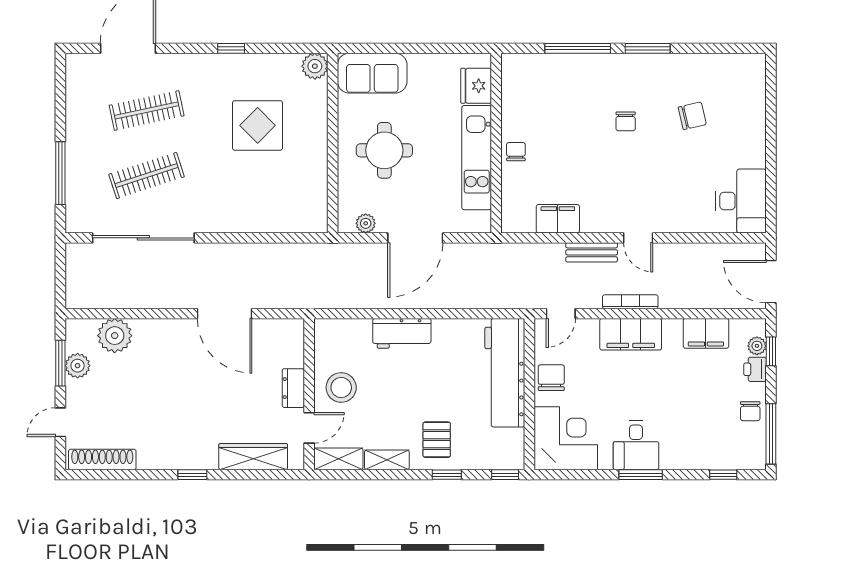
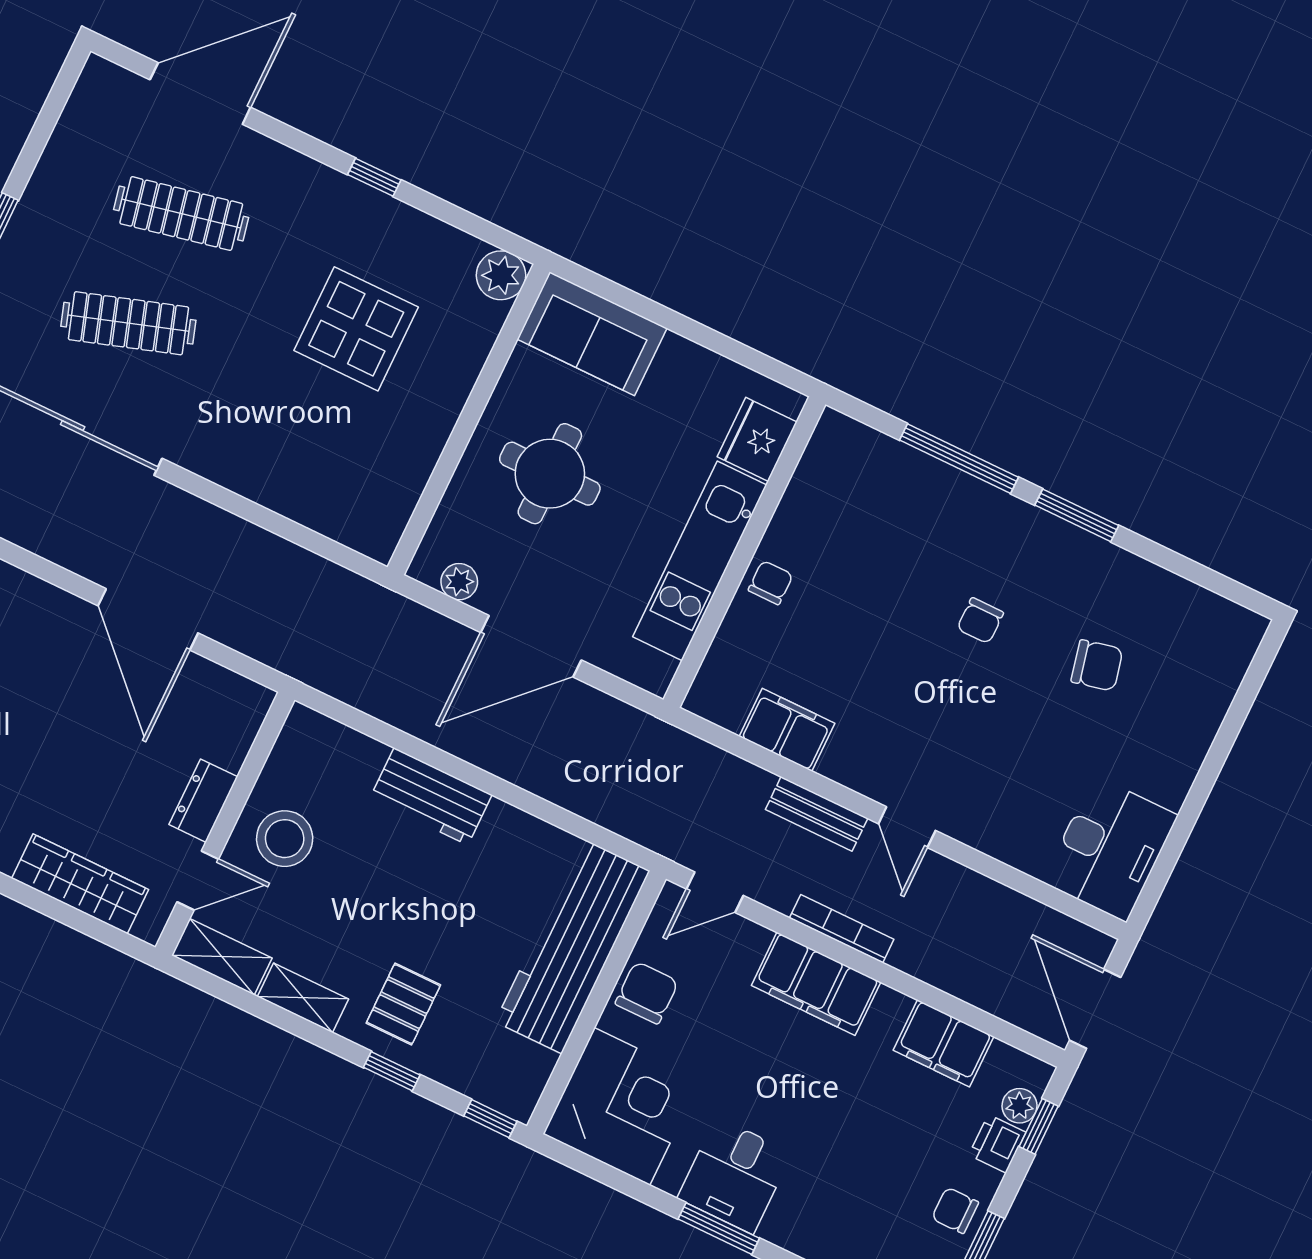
chair: (750, 411) -> (955, 1210), turned 90

